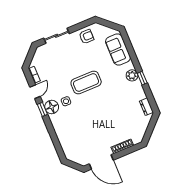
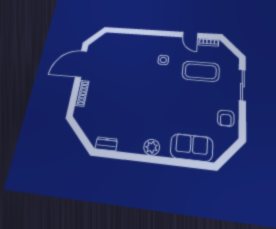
window: (142, 78) -> (142, 158), removed
coffee table: (86, 83) -> (201, 71), moved, turned 90
floor lamp: (52, 107) -> (165, 43), removed
window: (42, 109) -> (168, 34), removed

